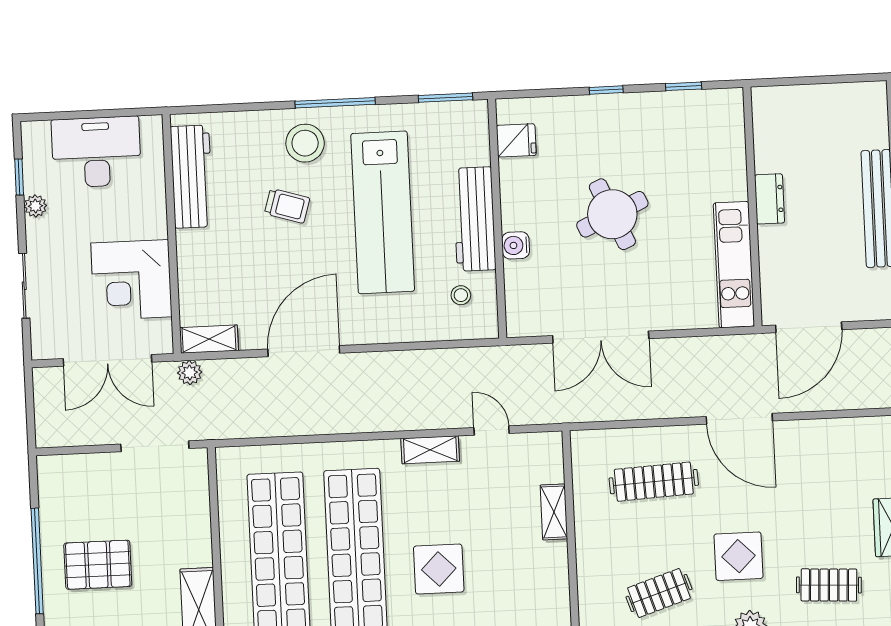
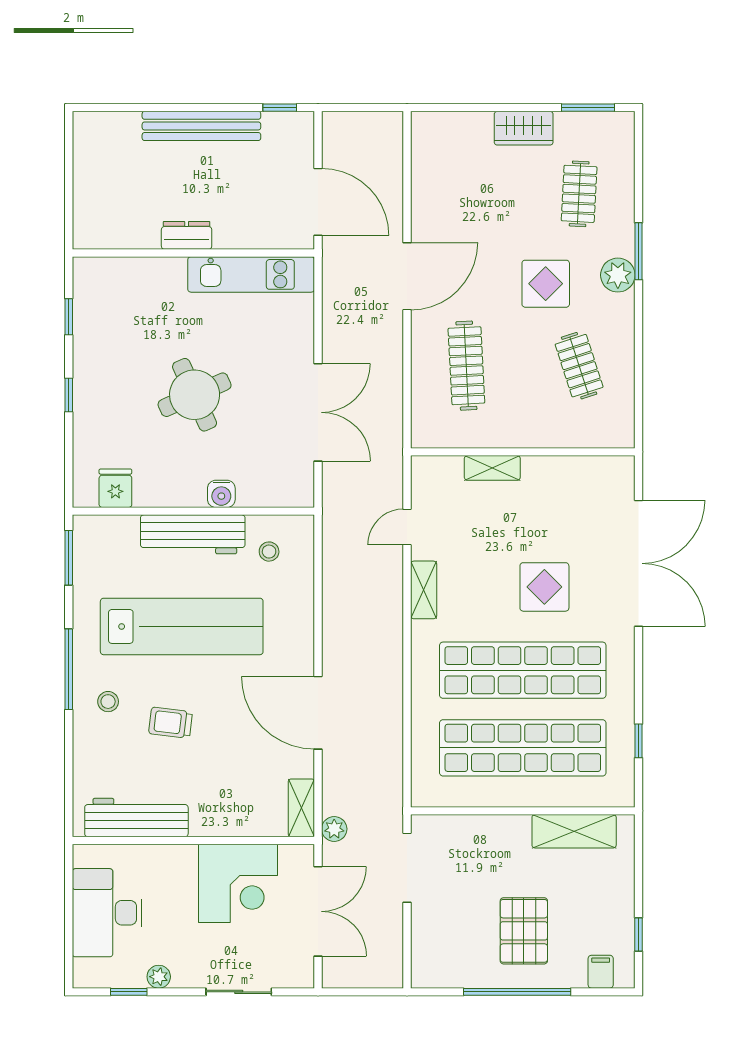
stool: (305, 143) -> (108, 702), width x0.53, depth x0.53
trolley: (287, 206) -> (171, 723), turned -100

